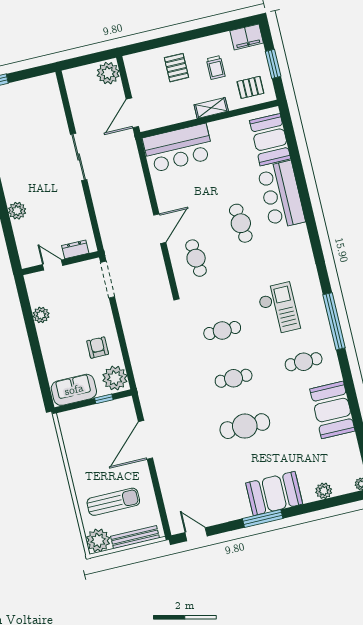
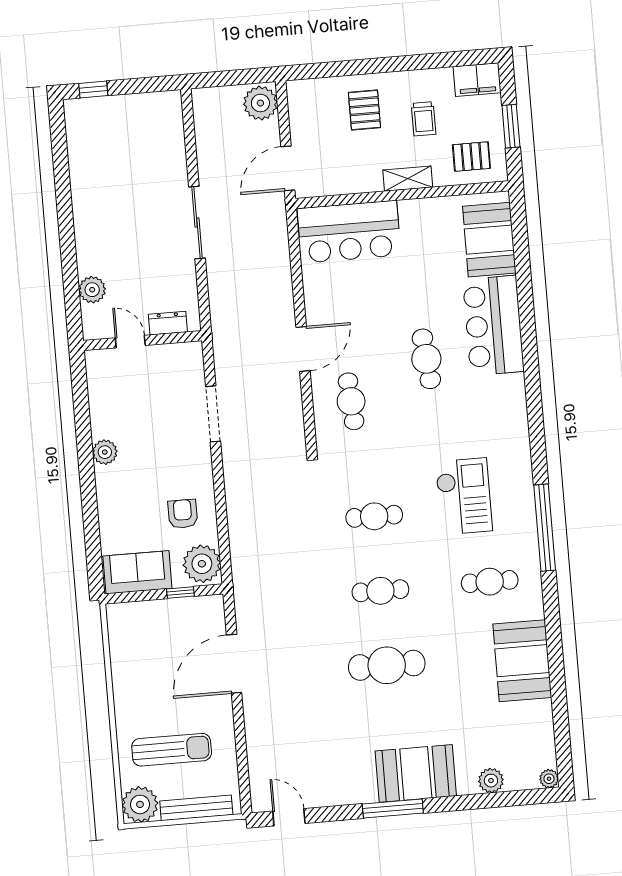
dresser: (75, 249) -> (168, 323), moved
wall: (60, 263) -> (143, 341), moved
door: (53, 265) -> (130, 342), moved

